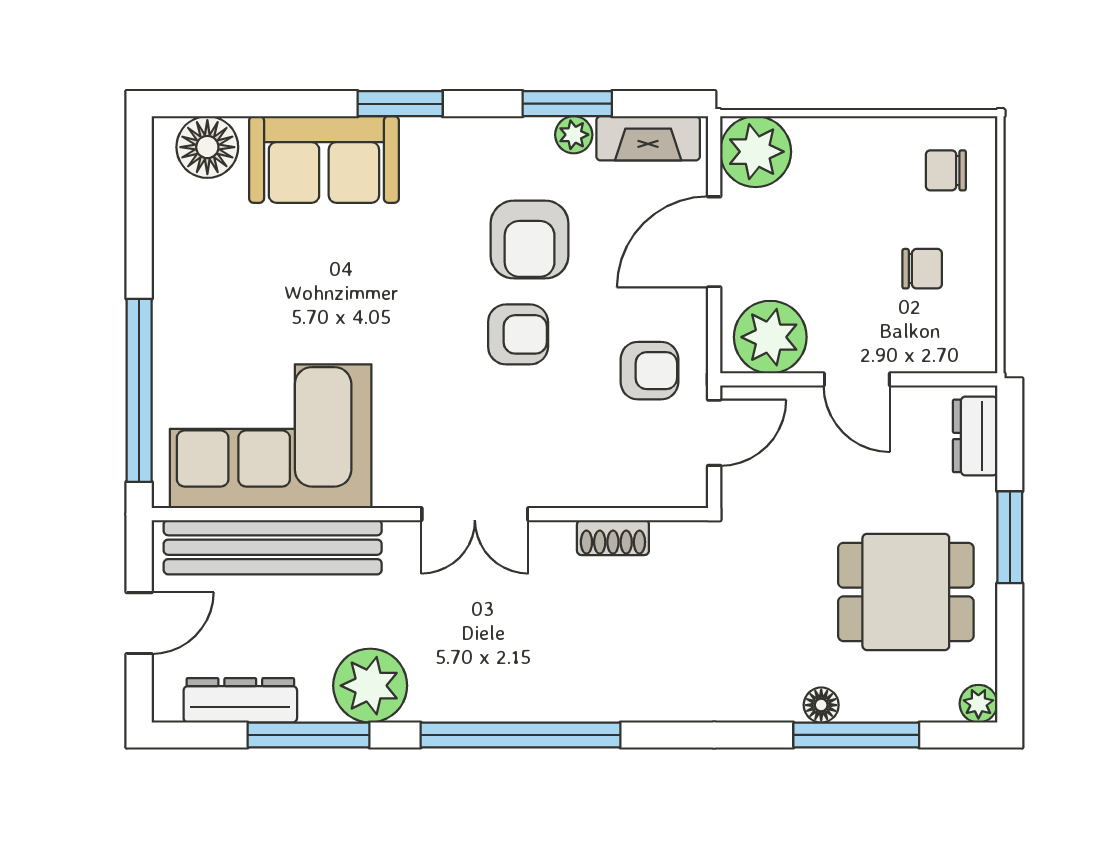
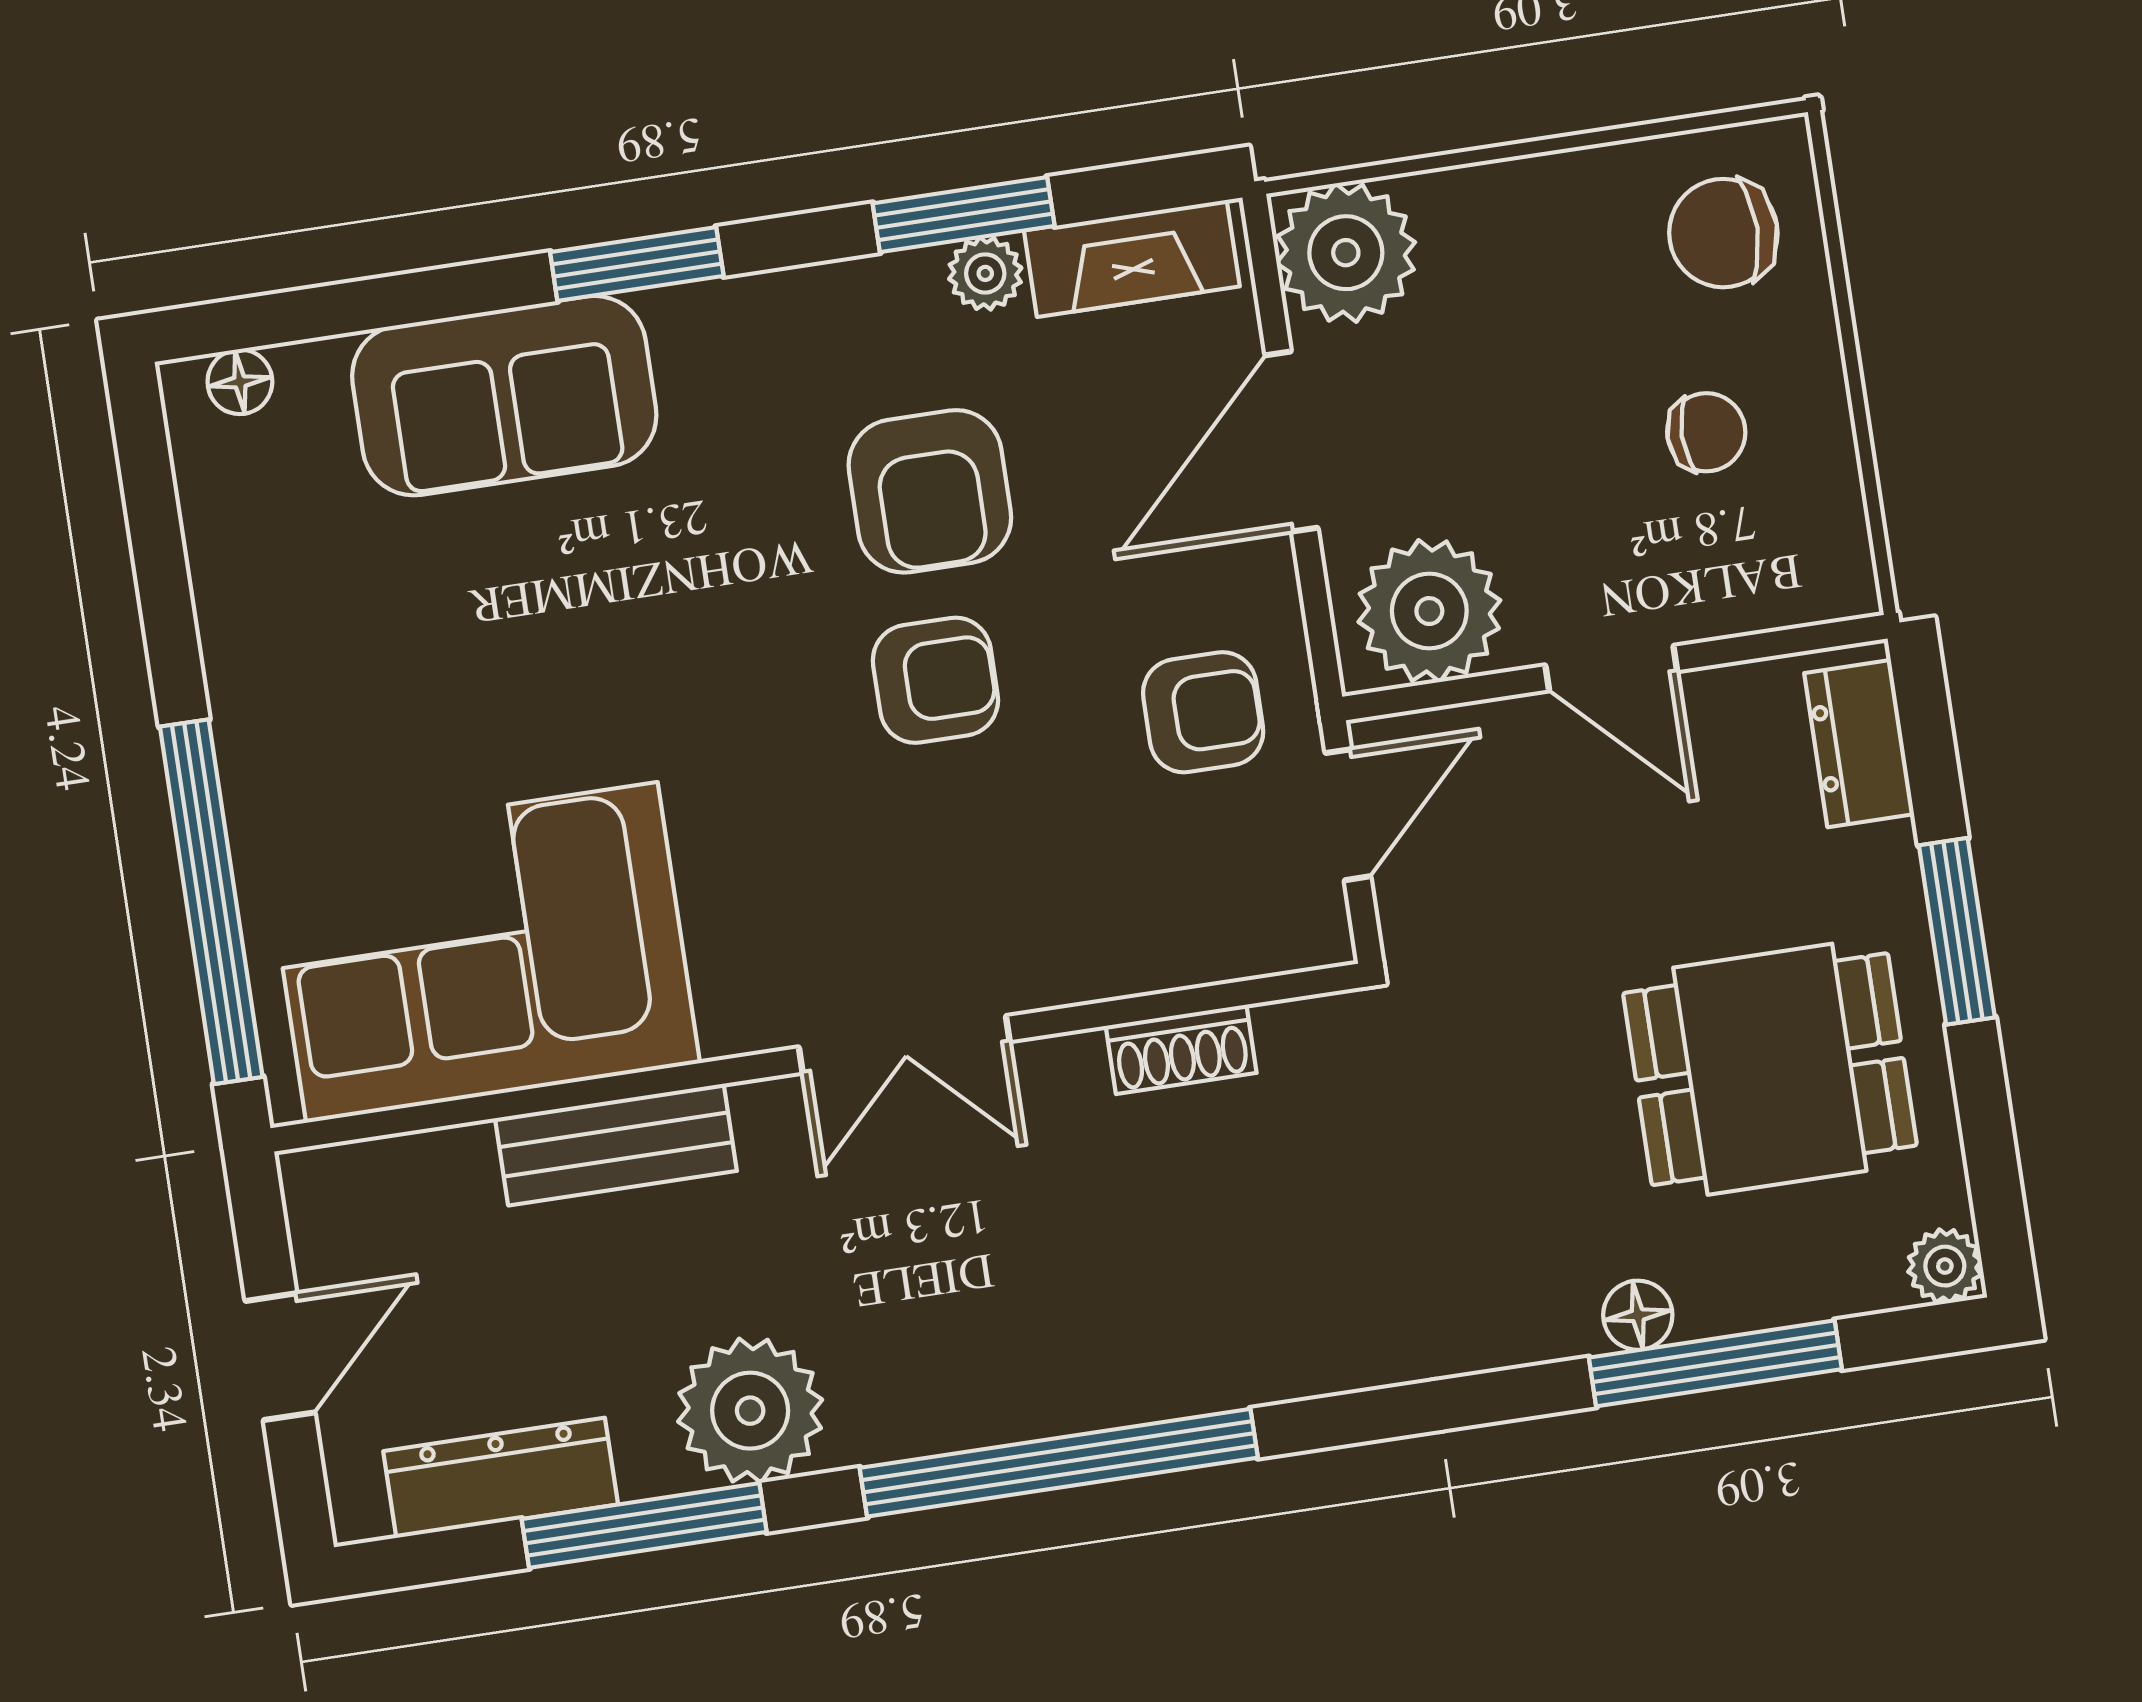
floor lamp: (207, 147) -> (240, 382), width x0.53, depth x0.53
chair: (946, 170) -> (1723, 233), width x1.37, depth x1.37
bench: (273, 547) -> (616, 1145), width x0.54, depth x0.82

